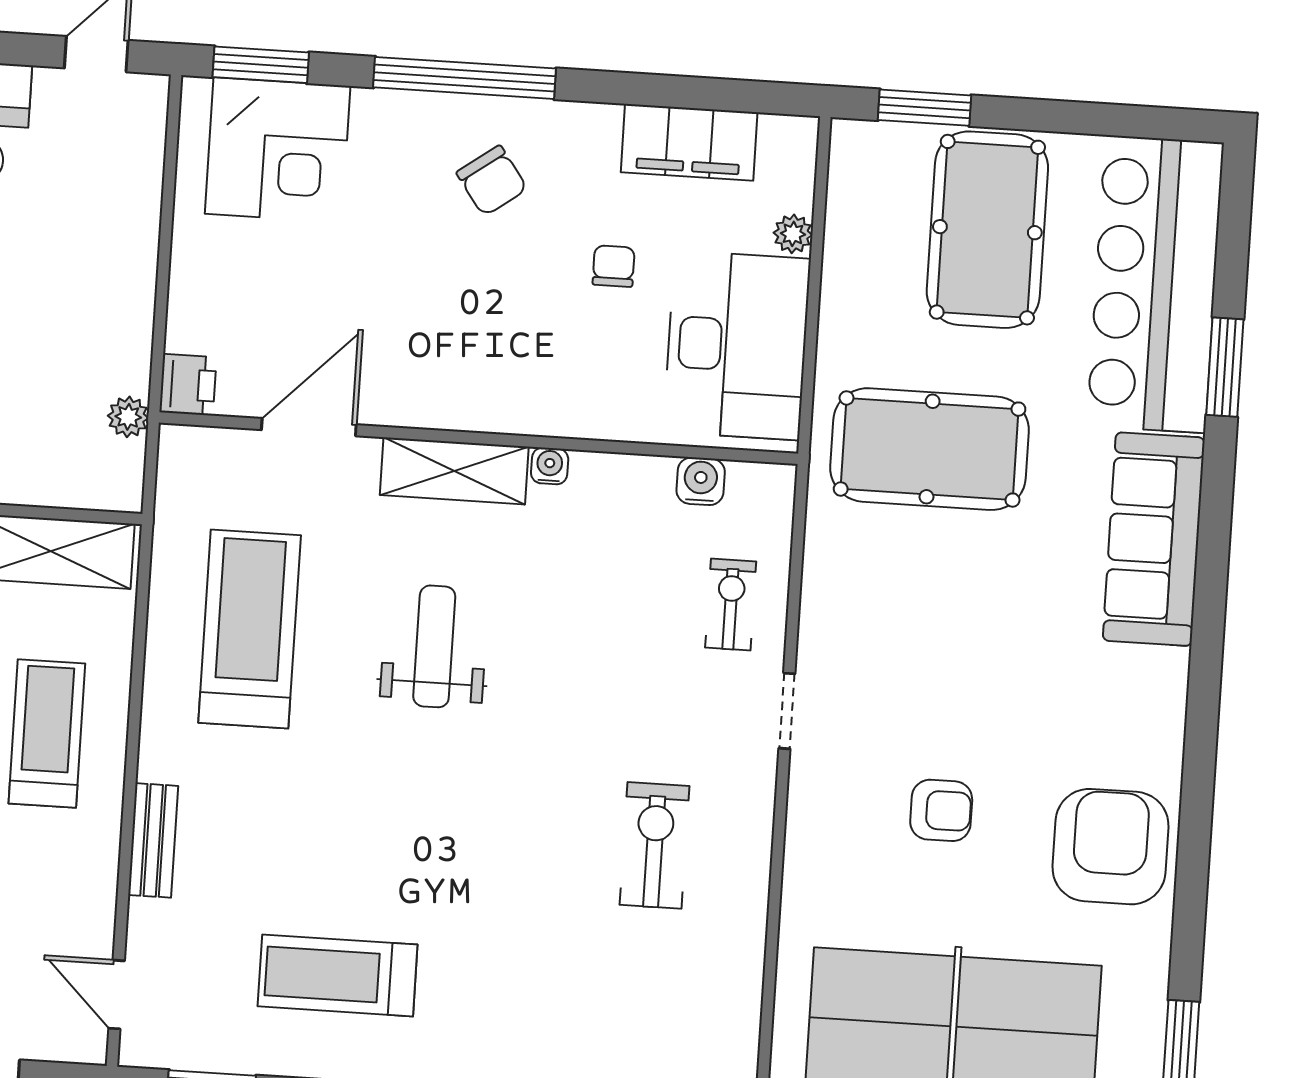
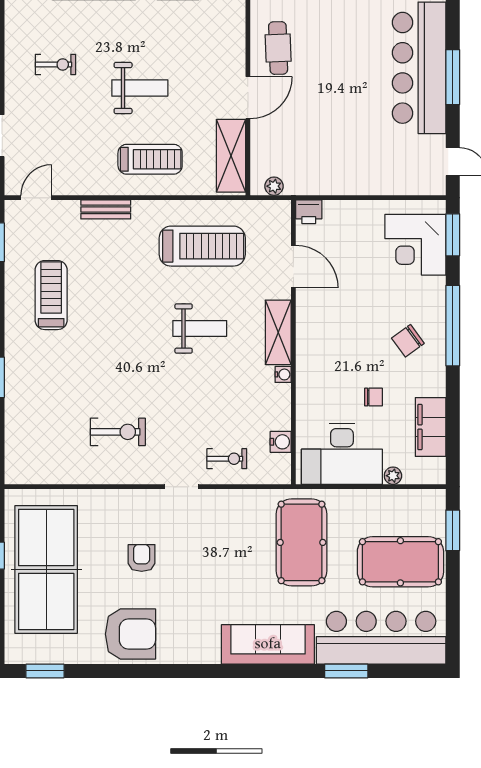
plant: (128, 417) -> (274, 186), moved
armchair: (941, 810) -> (142, 558), turned 180

